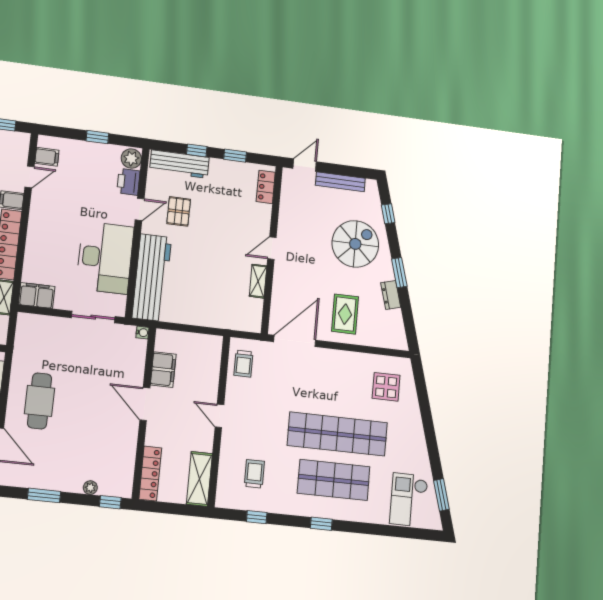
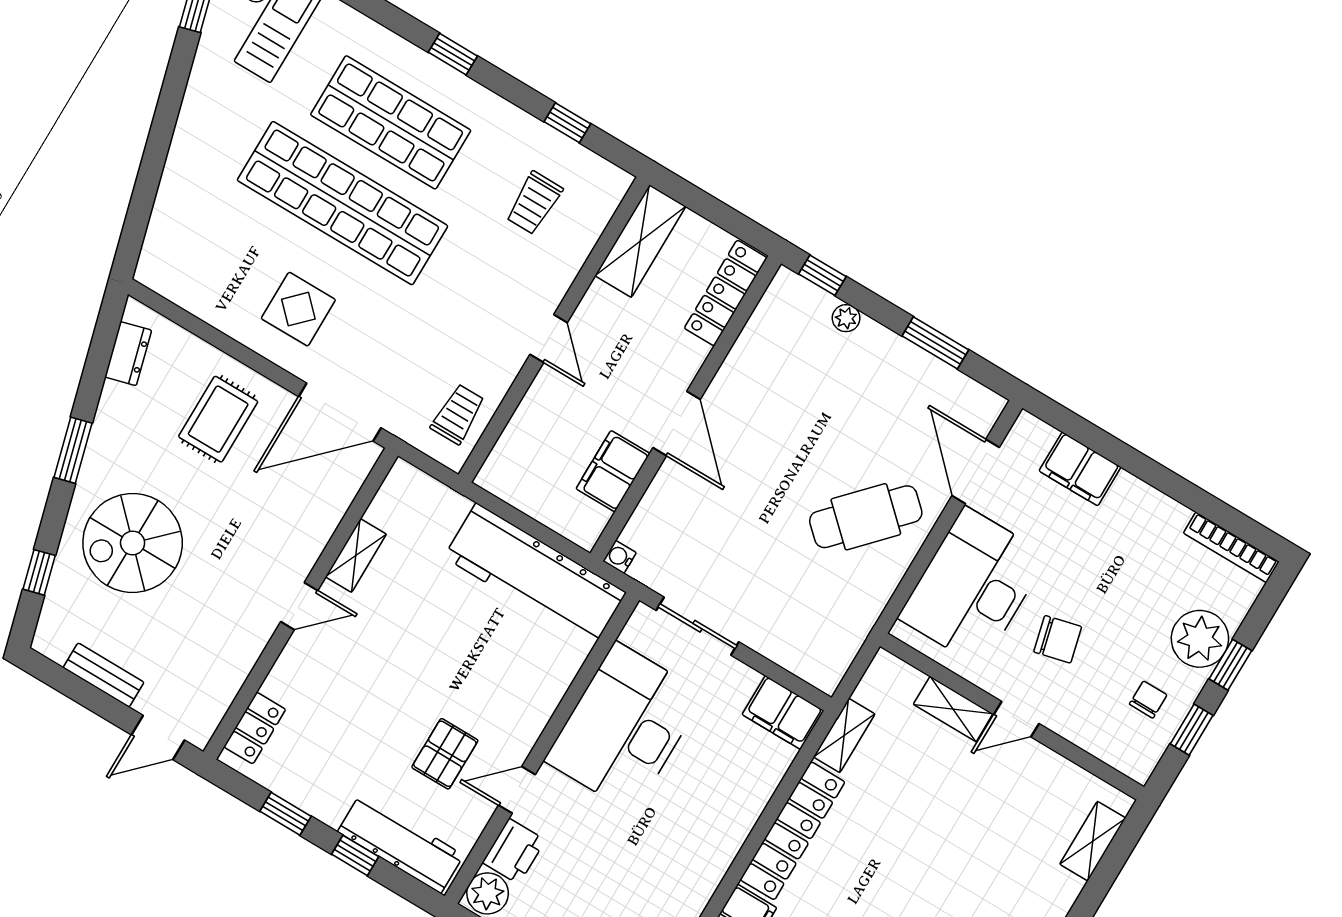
bench: (340, 182) -> (104, 675), width x0.73
workbench: (152, 278) -> (535, 575), moved, turned -90
dresser: (391, 295) -> (128, 354), moved
display table: (386, 387) -> (298, 309), moved
cafe table: (40, 401) -> (866, 517), turned 43

